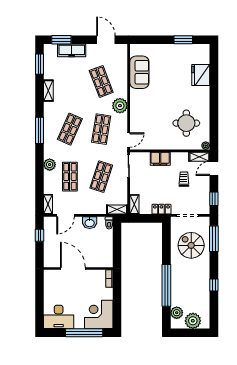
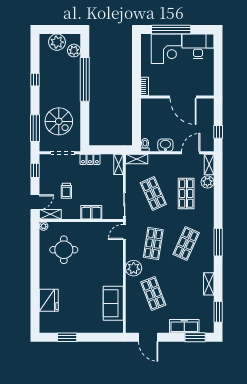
plant: (50, 165) -> (207, 182), moved
shop shelf: (101, 177) -> (153, 194), turned -42
corner desk: (99, 314) -> (166, 49), moved

